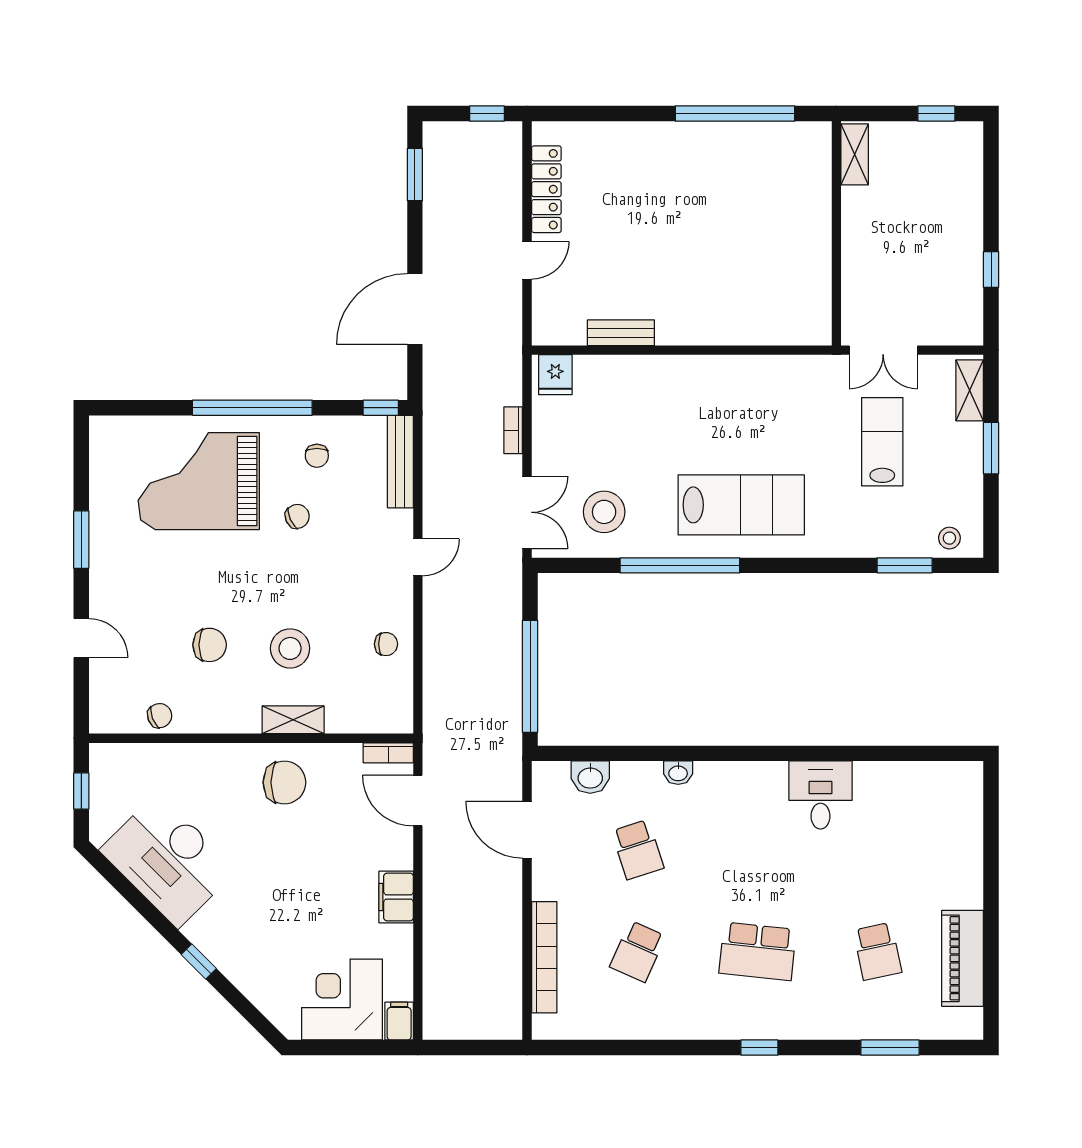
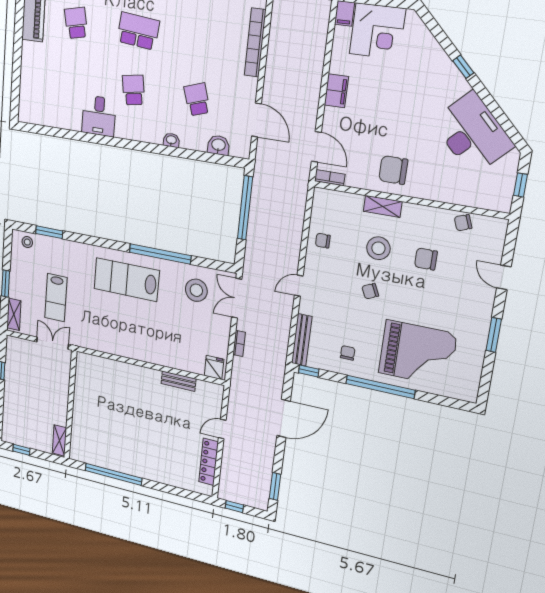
chair: (297, 516) -> (370, 291), moved
school desk: (638, 951) -> (133, 90), moved, turned -33

